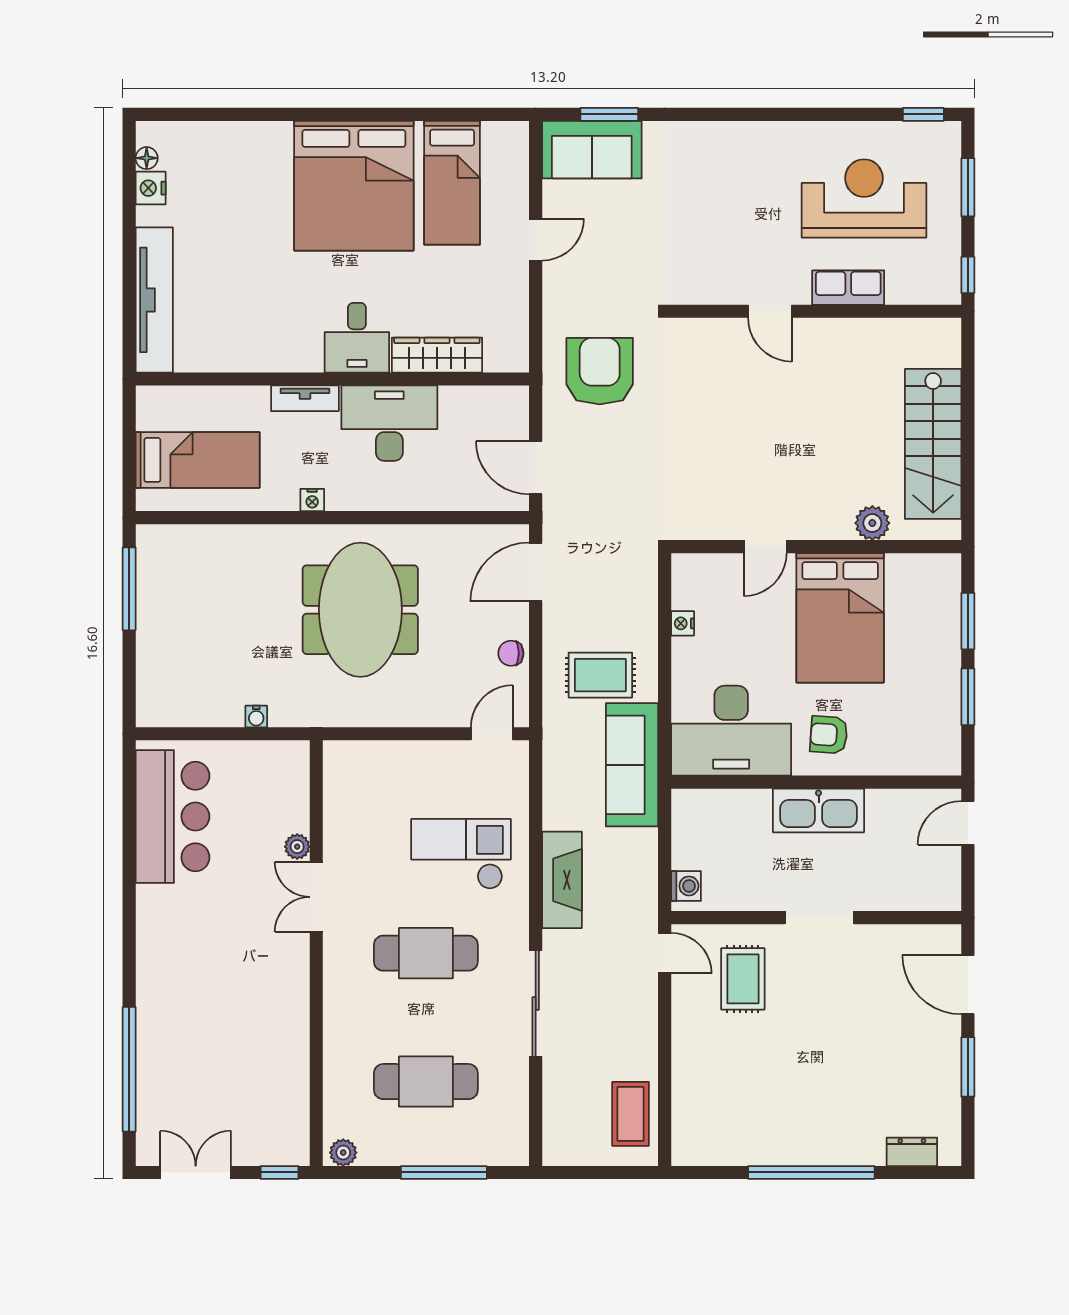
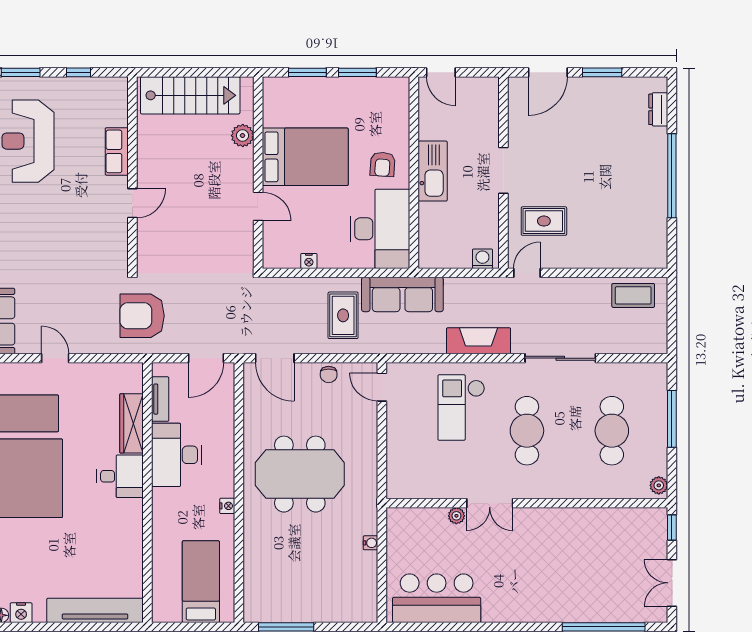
row of seats: (848, 288) -> (117, 151), moved
door: (770, 311) -> (132, 203), moved
wall: (816, 311) -> (132, 173), moved
tv unit: (305, 398) -> (160, 399), moved

